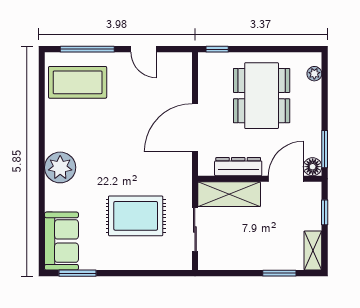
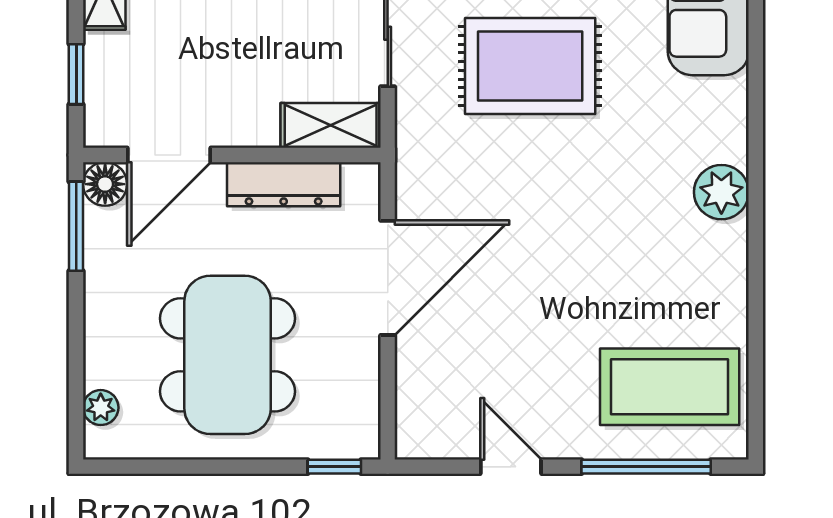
plant: (60, 167) -> (721, 192), width x0.73, depth x0.73
shelving: (229, 194) -> (331, 125), width x0.67, depth x0.75

